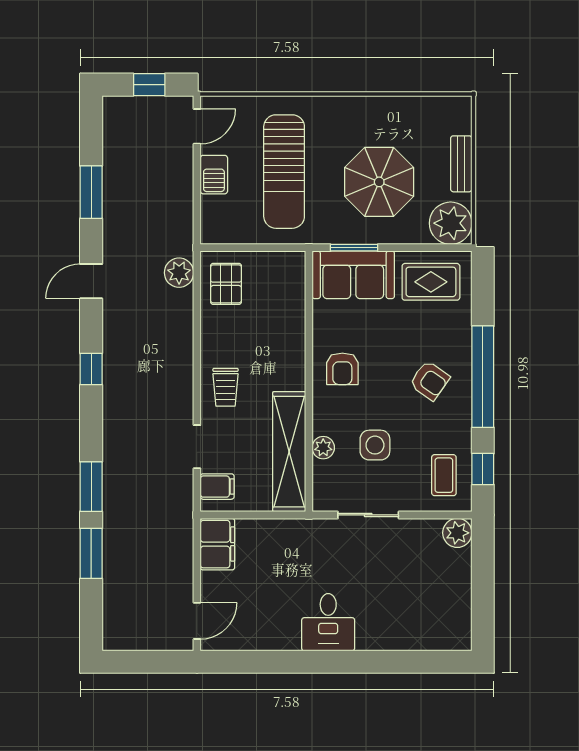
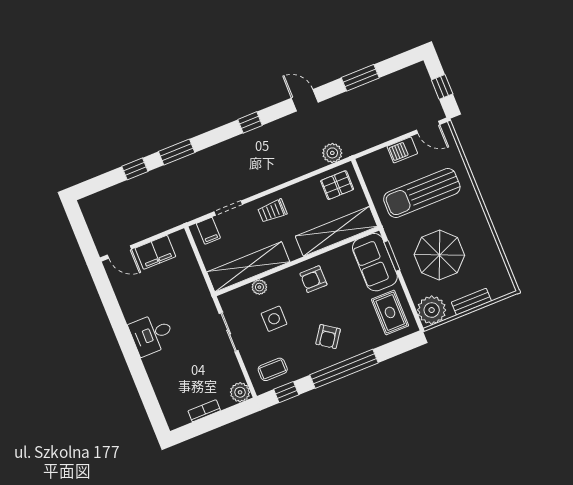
shelving: (289, 310) -> (336, 231), added
filing cabinet: (217, 544) -> (155, 252), moved
window: (91, 553) -> (135, 169), width x0.67
bookcase: (463, 592) -> (204, 411), added

